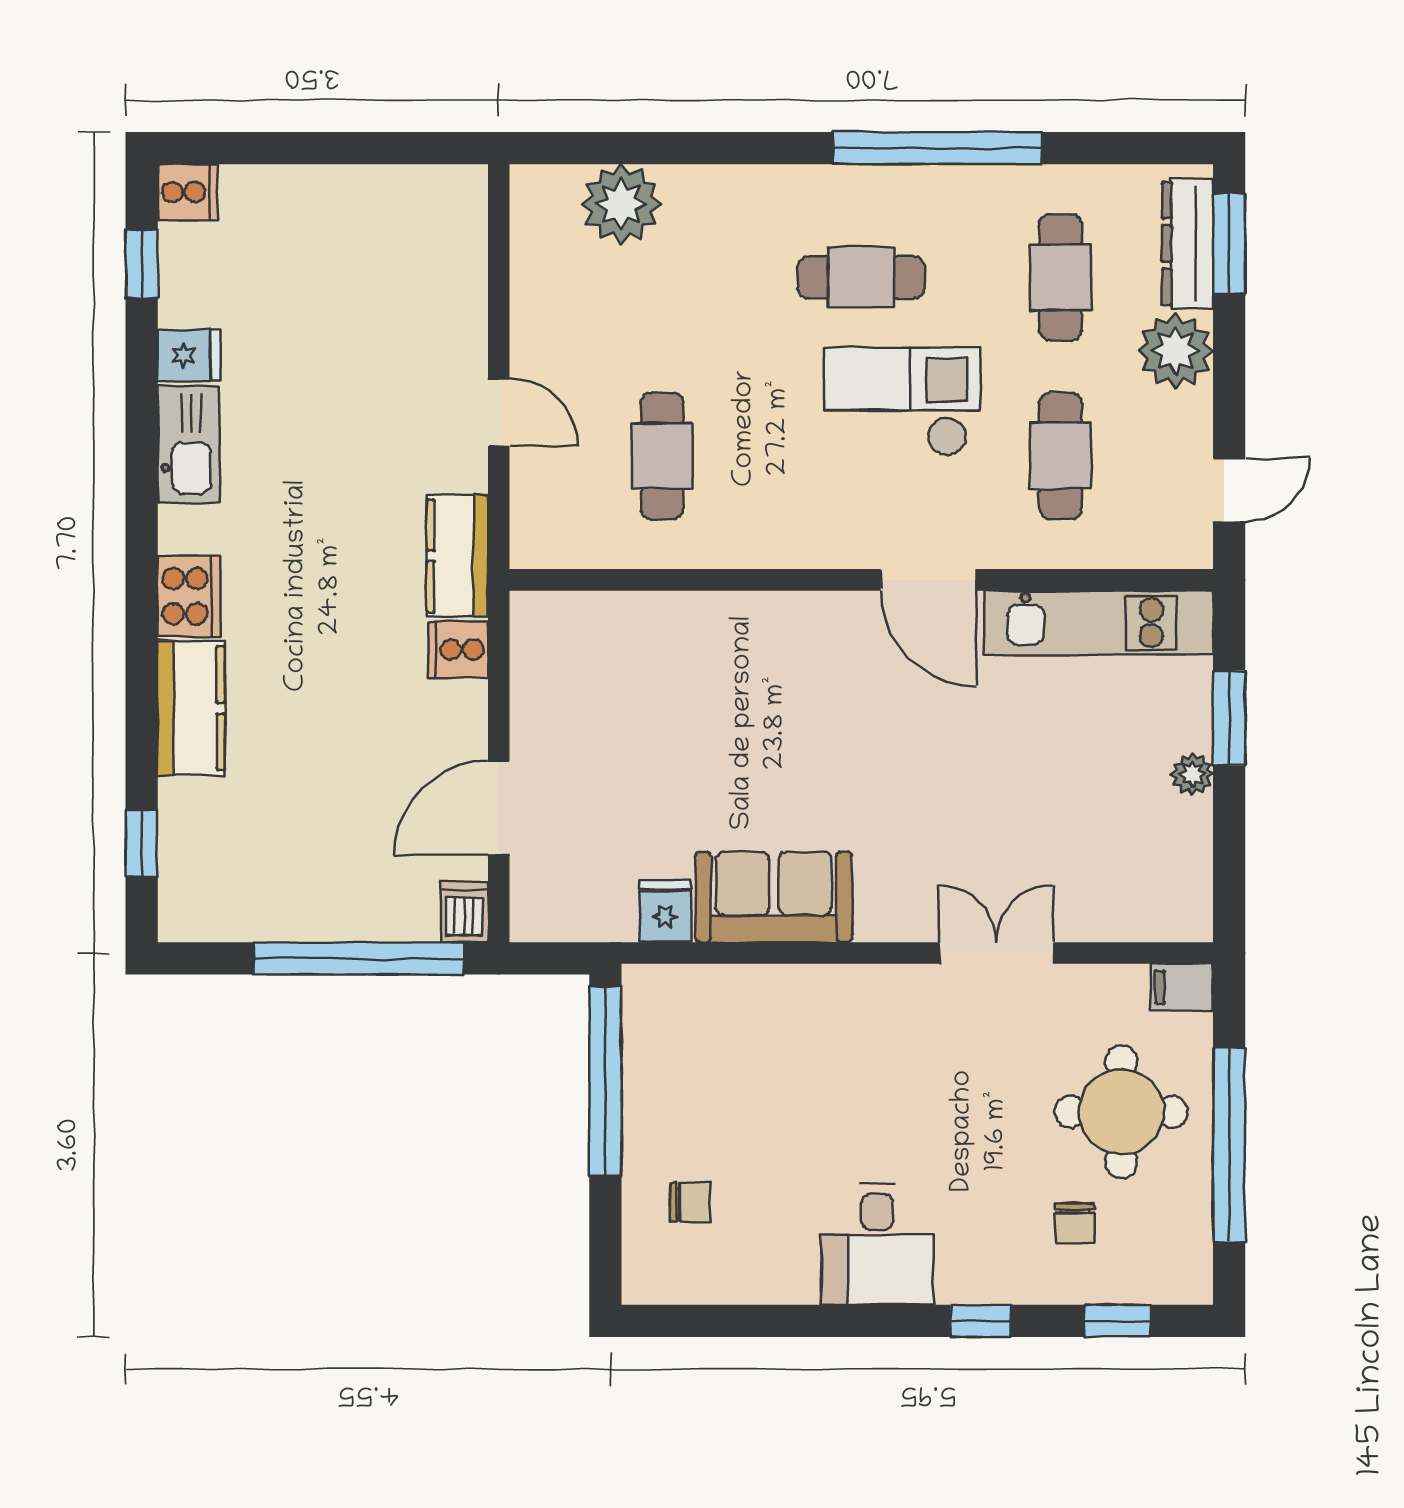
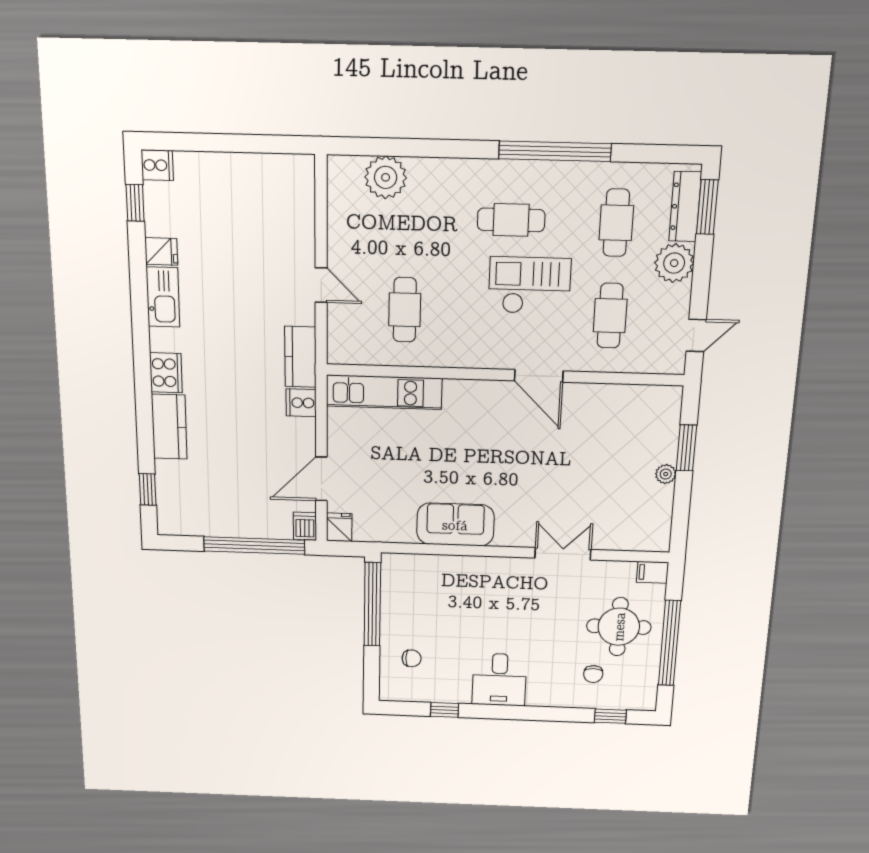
kitchen unit: (1099, 623) -> (384, 392), moved
fridge: (665, 912) -> (339, 527), moved
window: (981, 1321) -> (445, 710), moved

